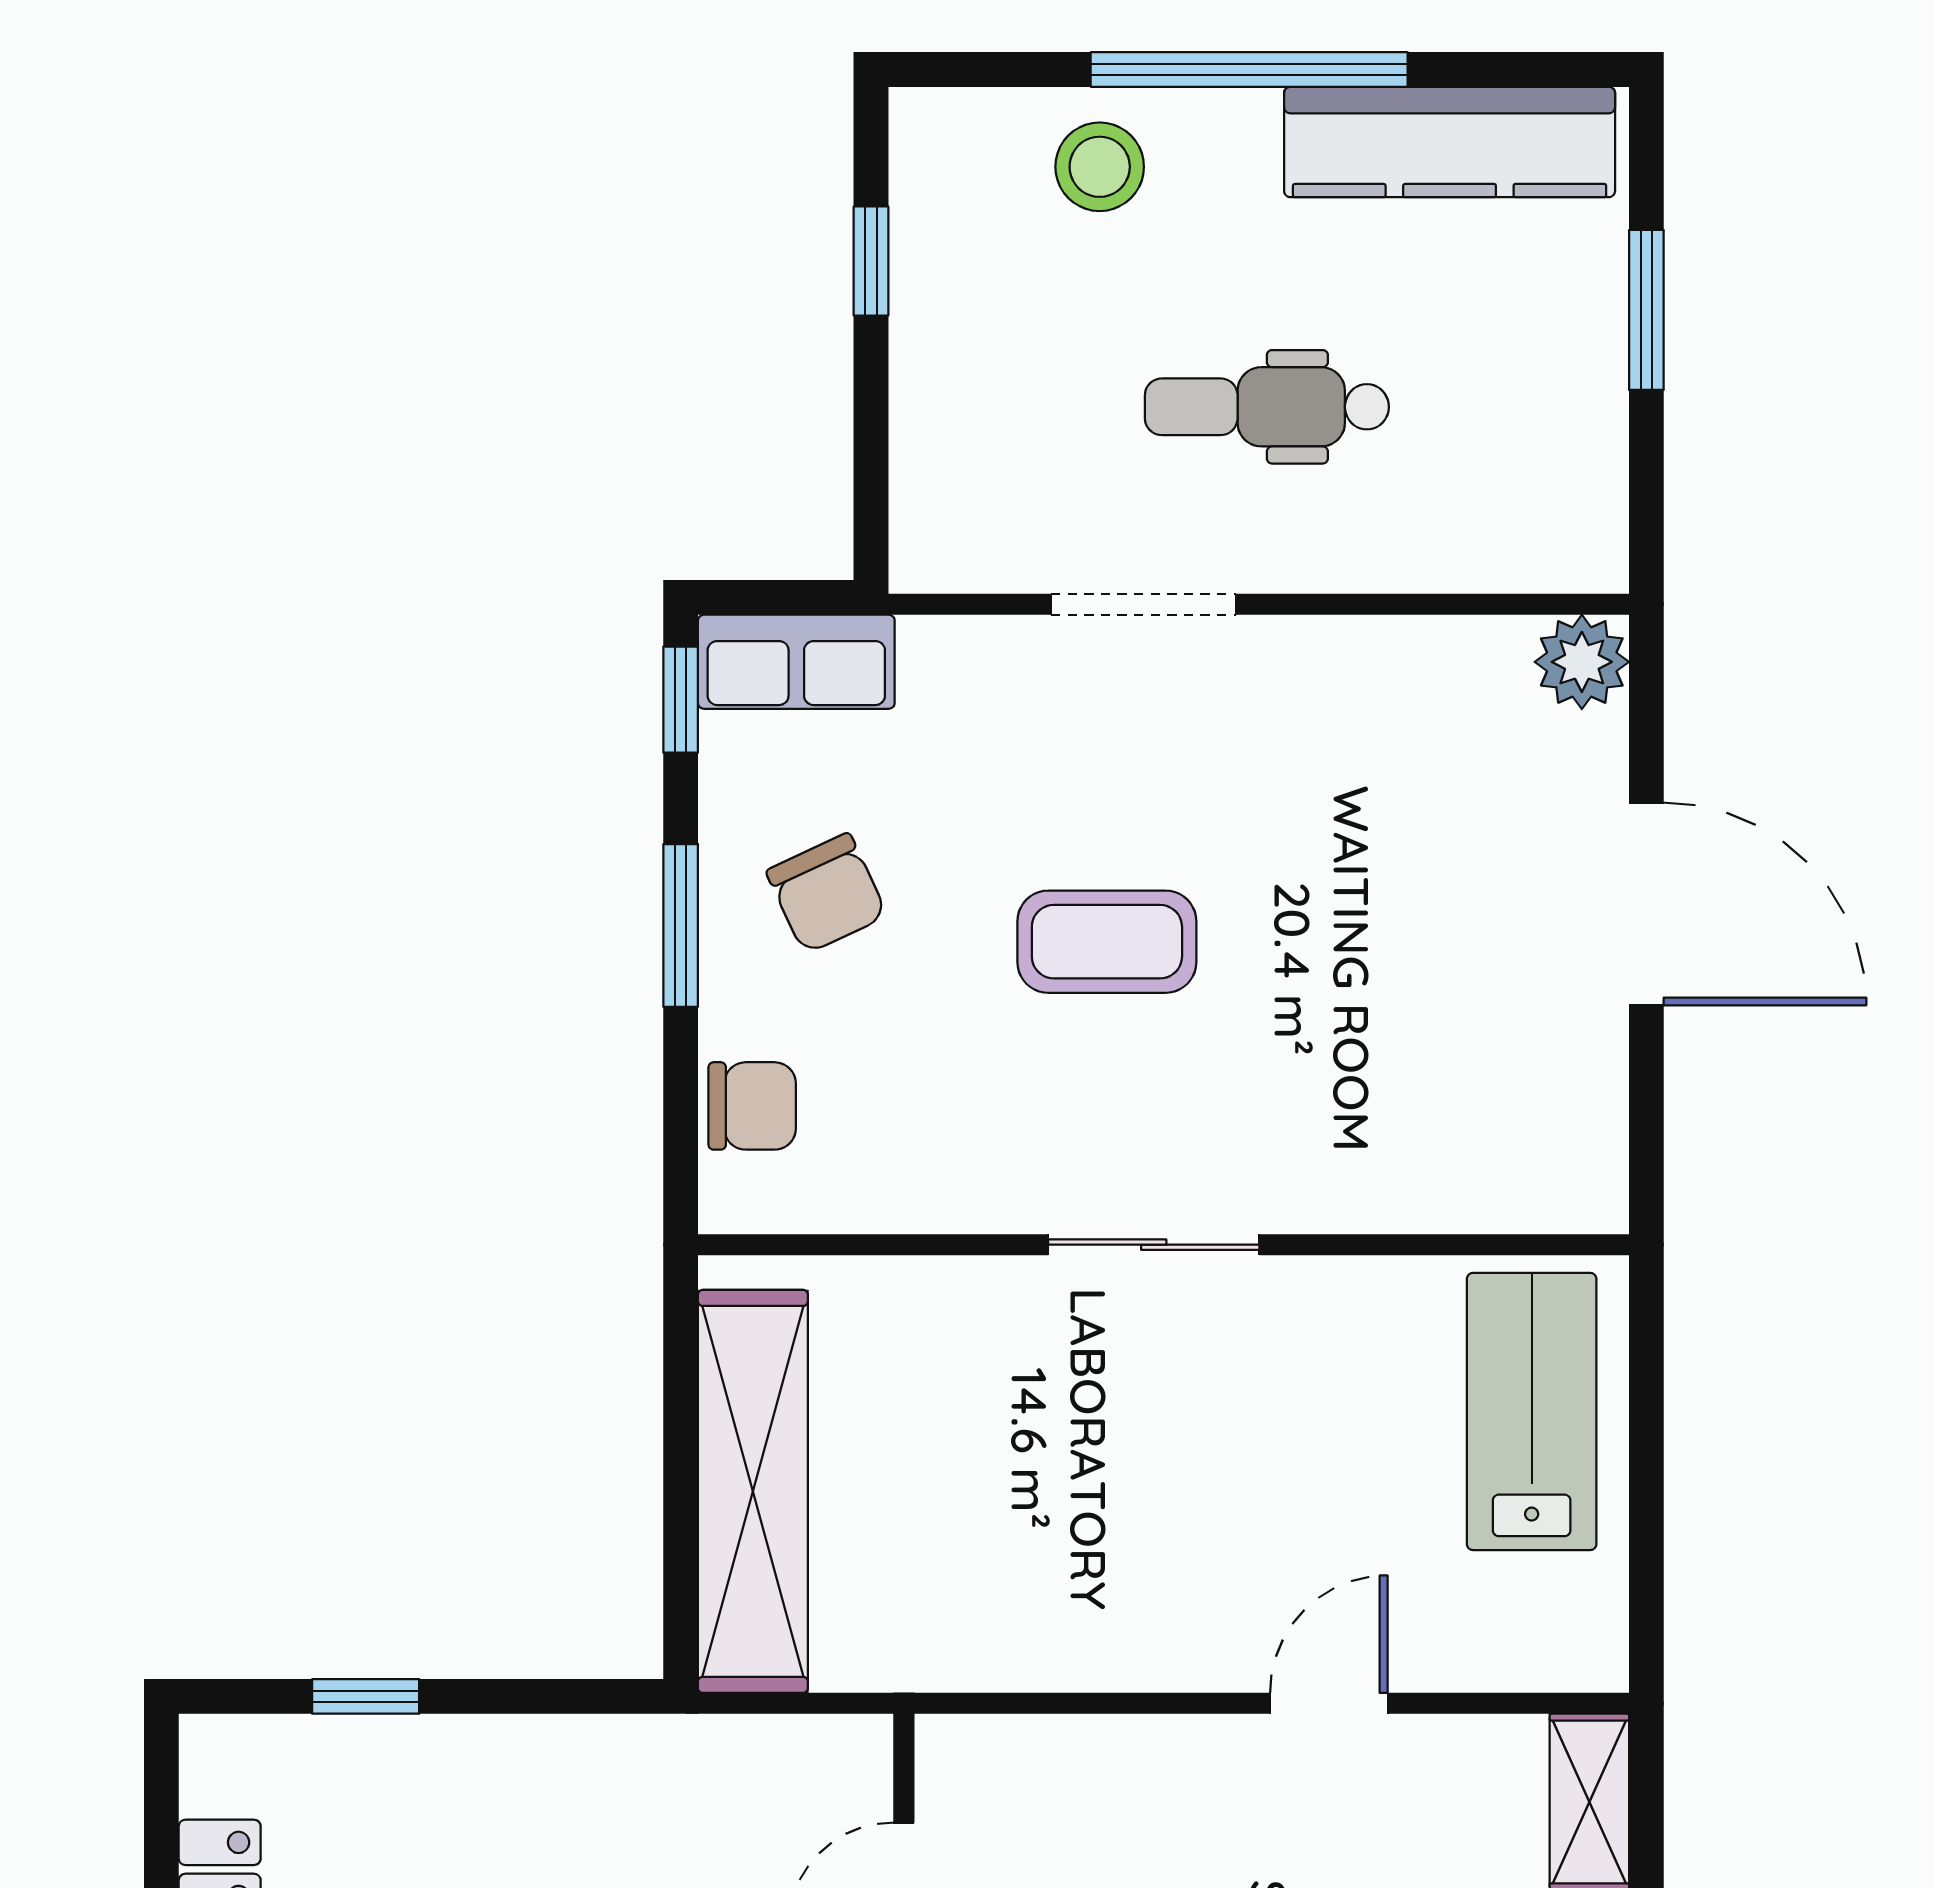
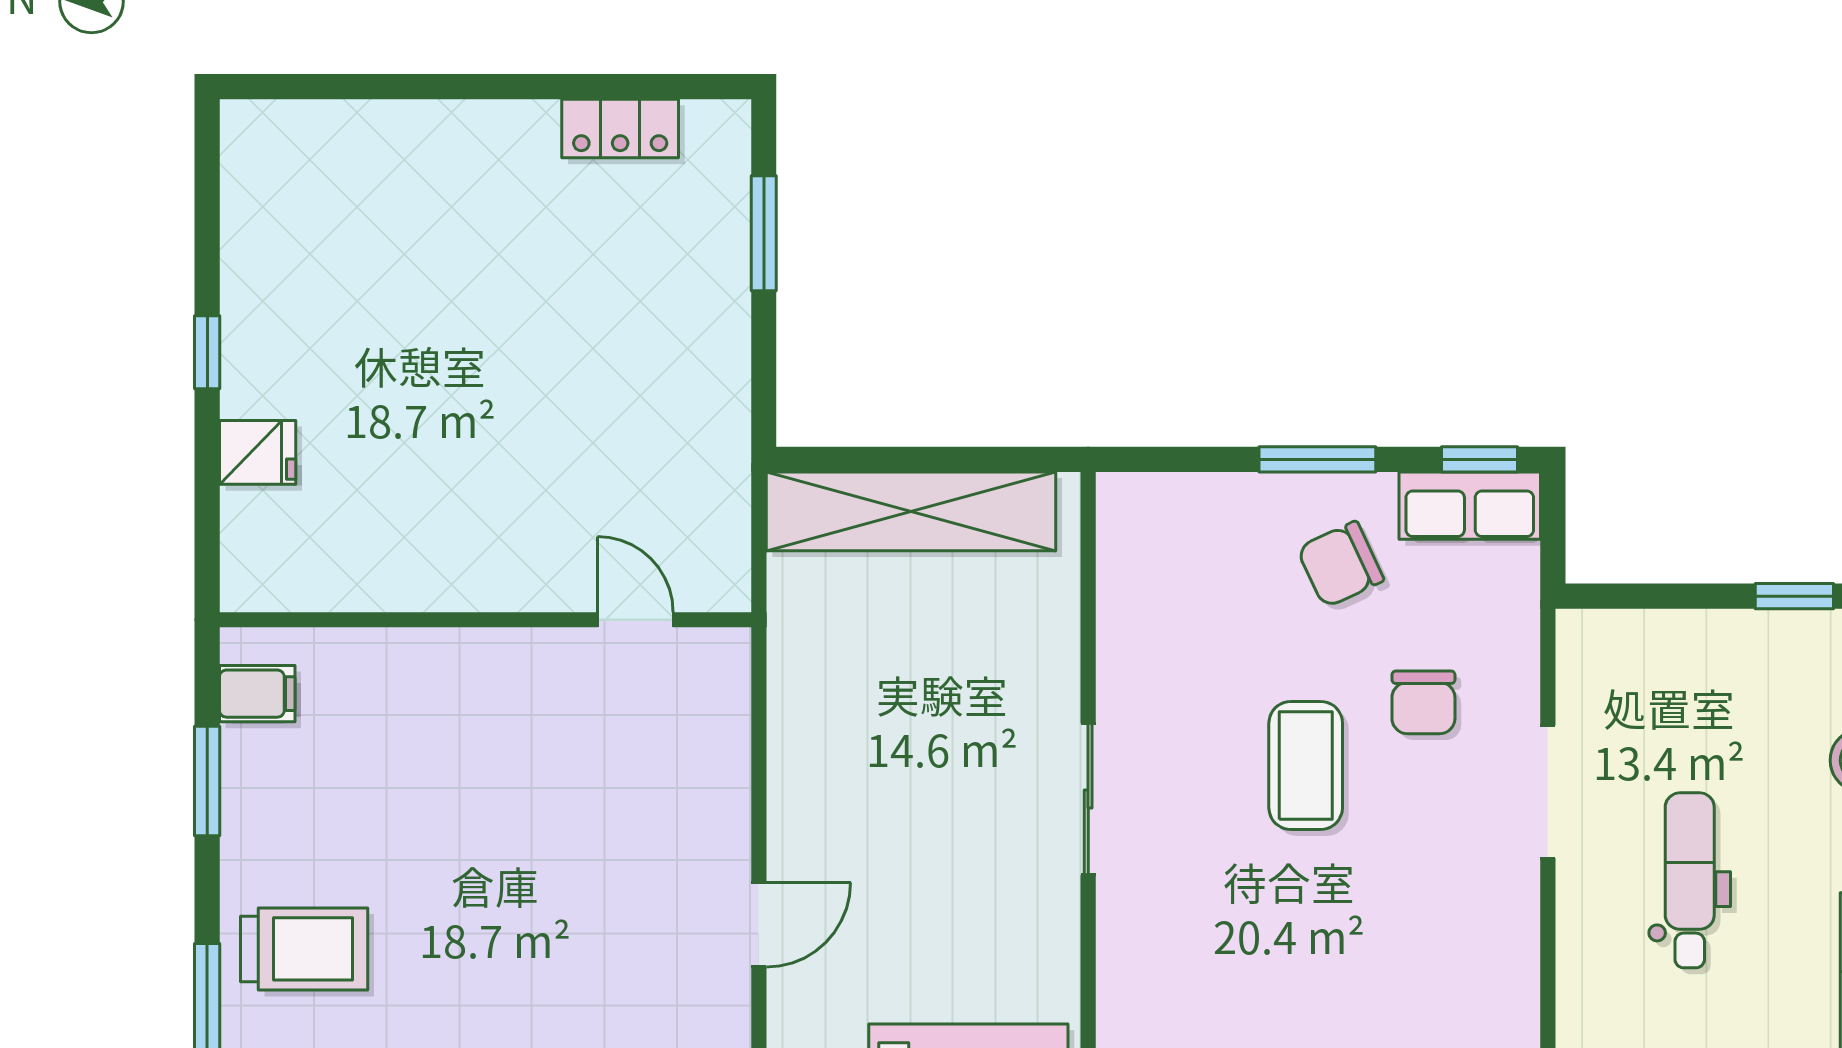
row of seats: (796, 662) -> (1470, 506), moved, turned -90
chair: (752, 1106) -> (1423, 702), moved
window: (366, 1696) -> (764, 233), width x1.50
door: (1329, 1703) -> (759, 925), hinge flipped

